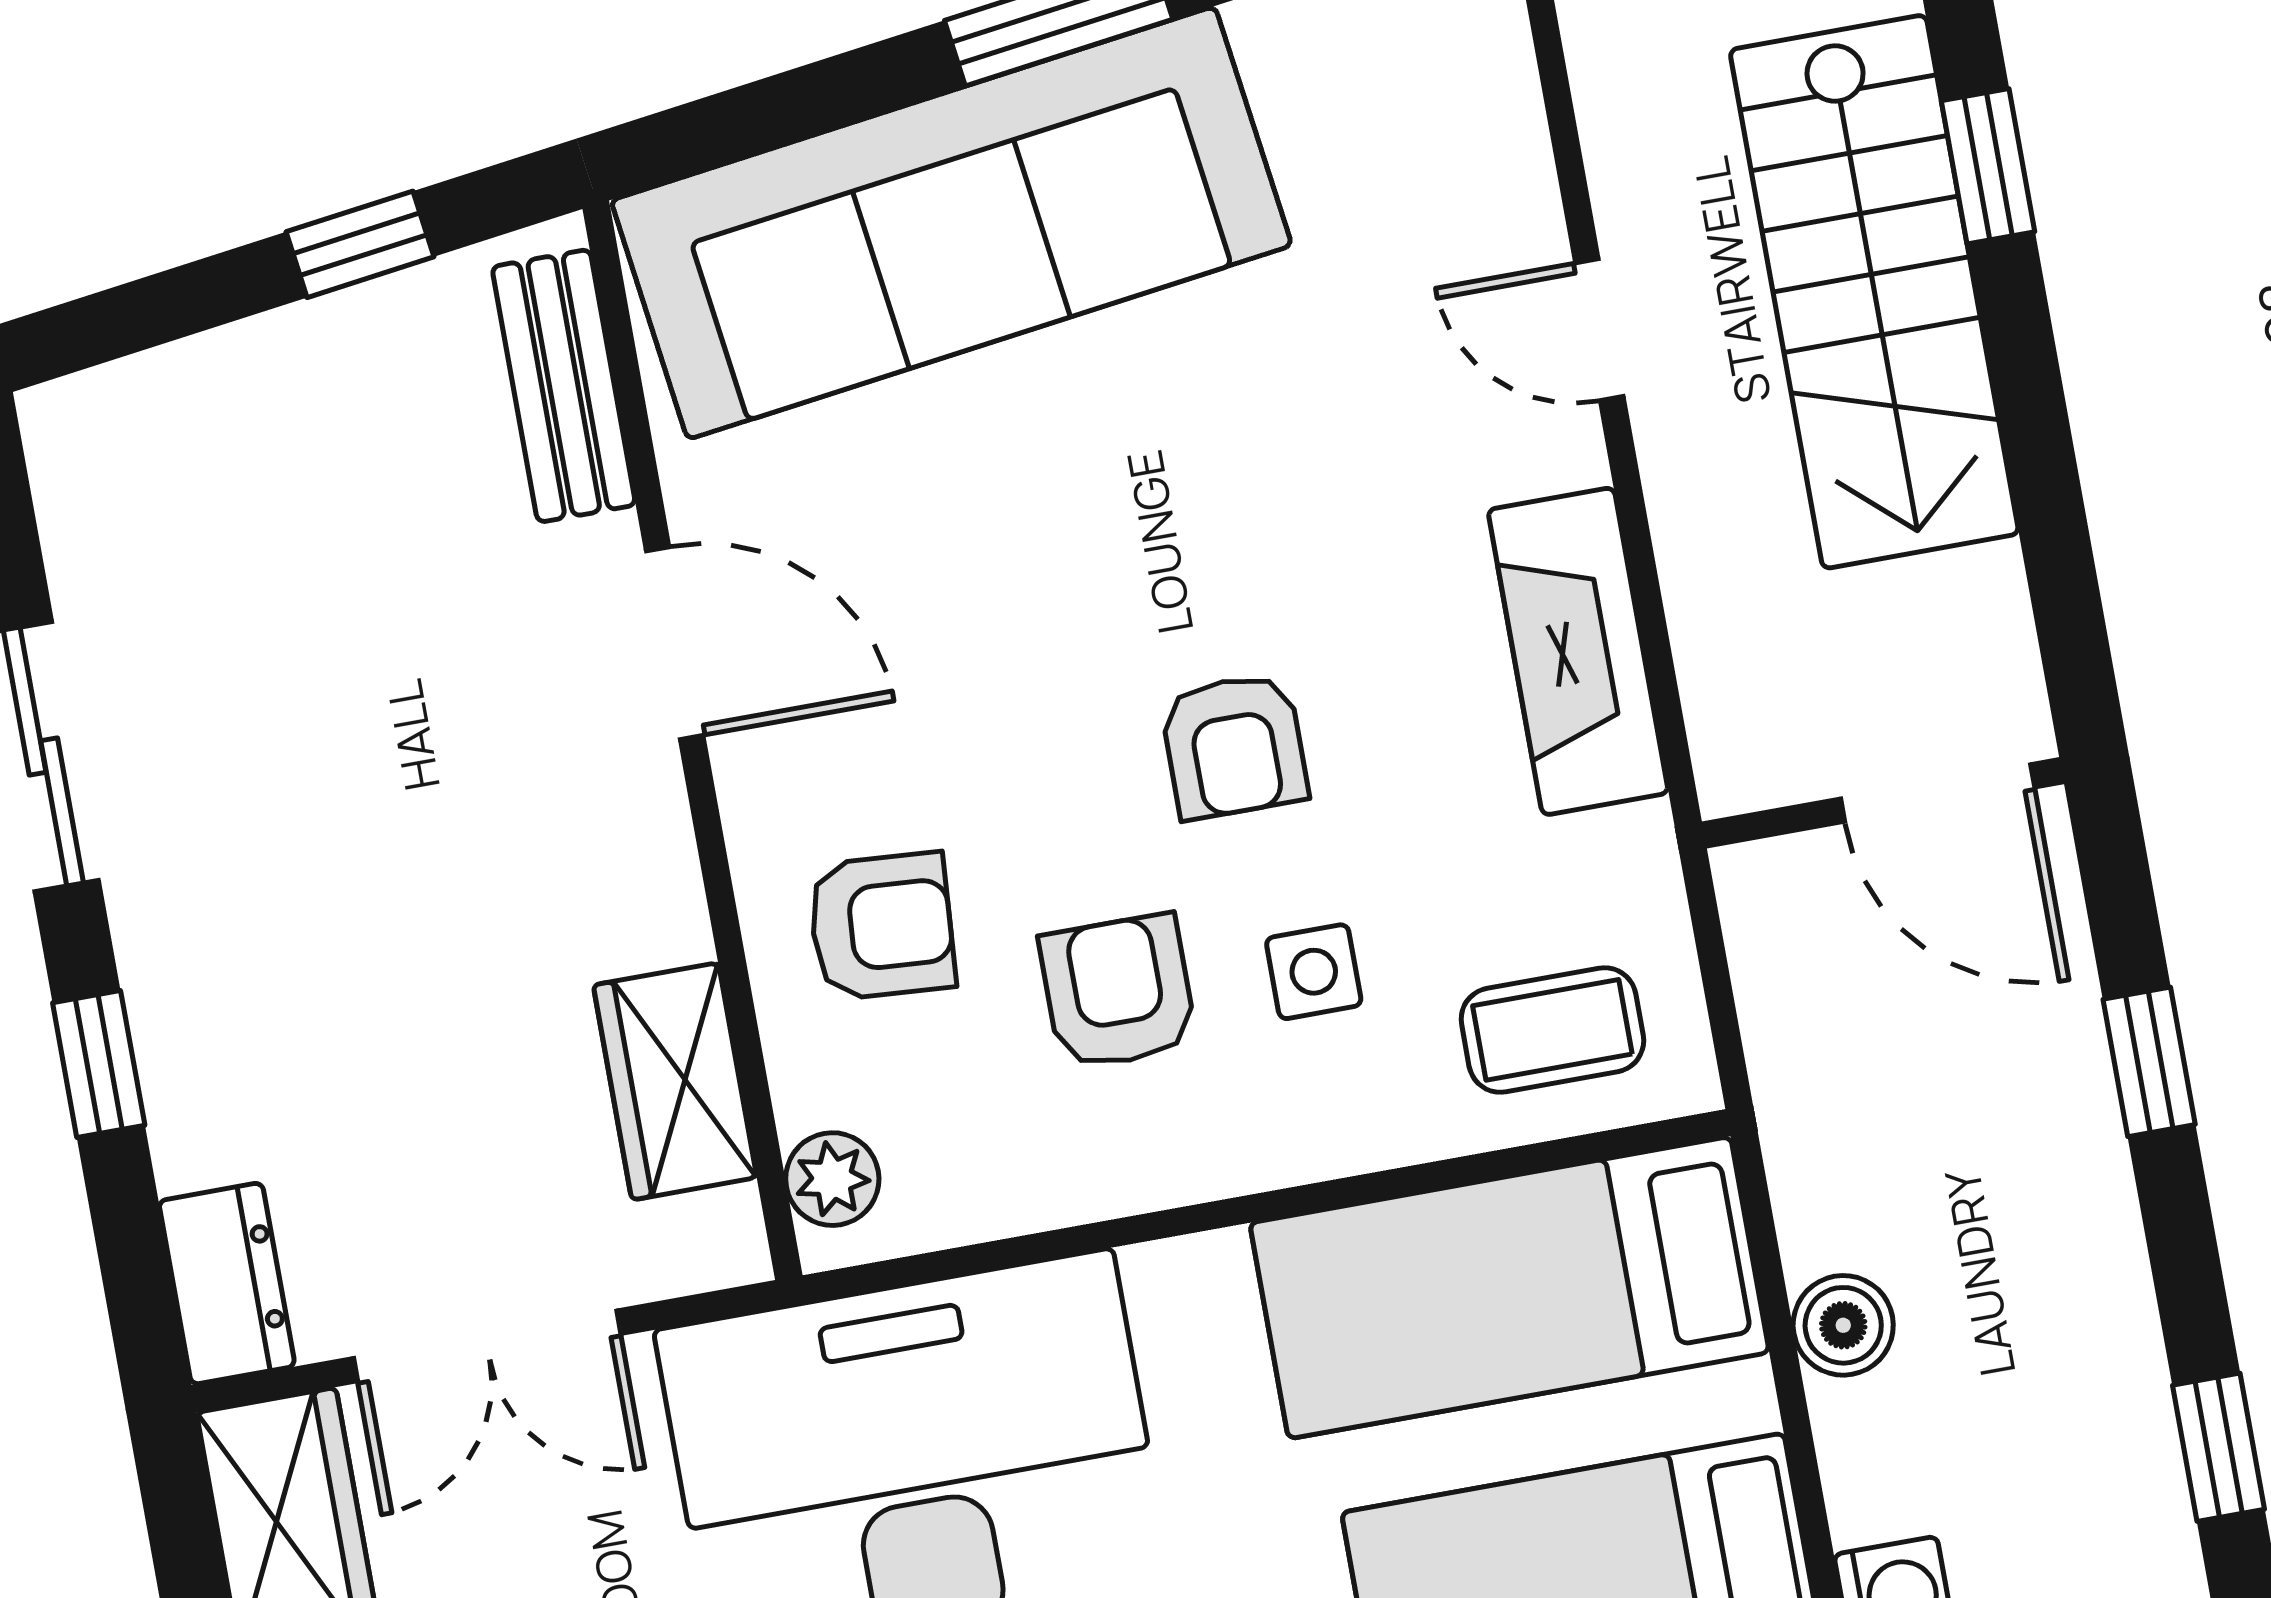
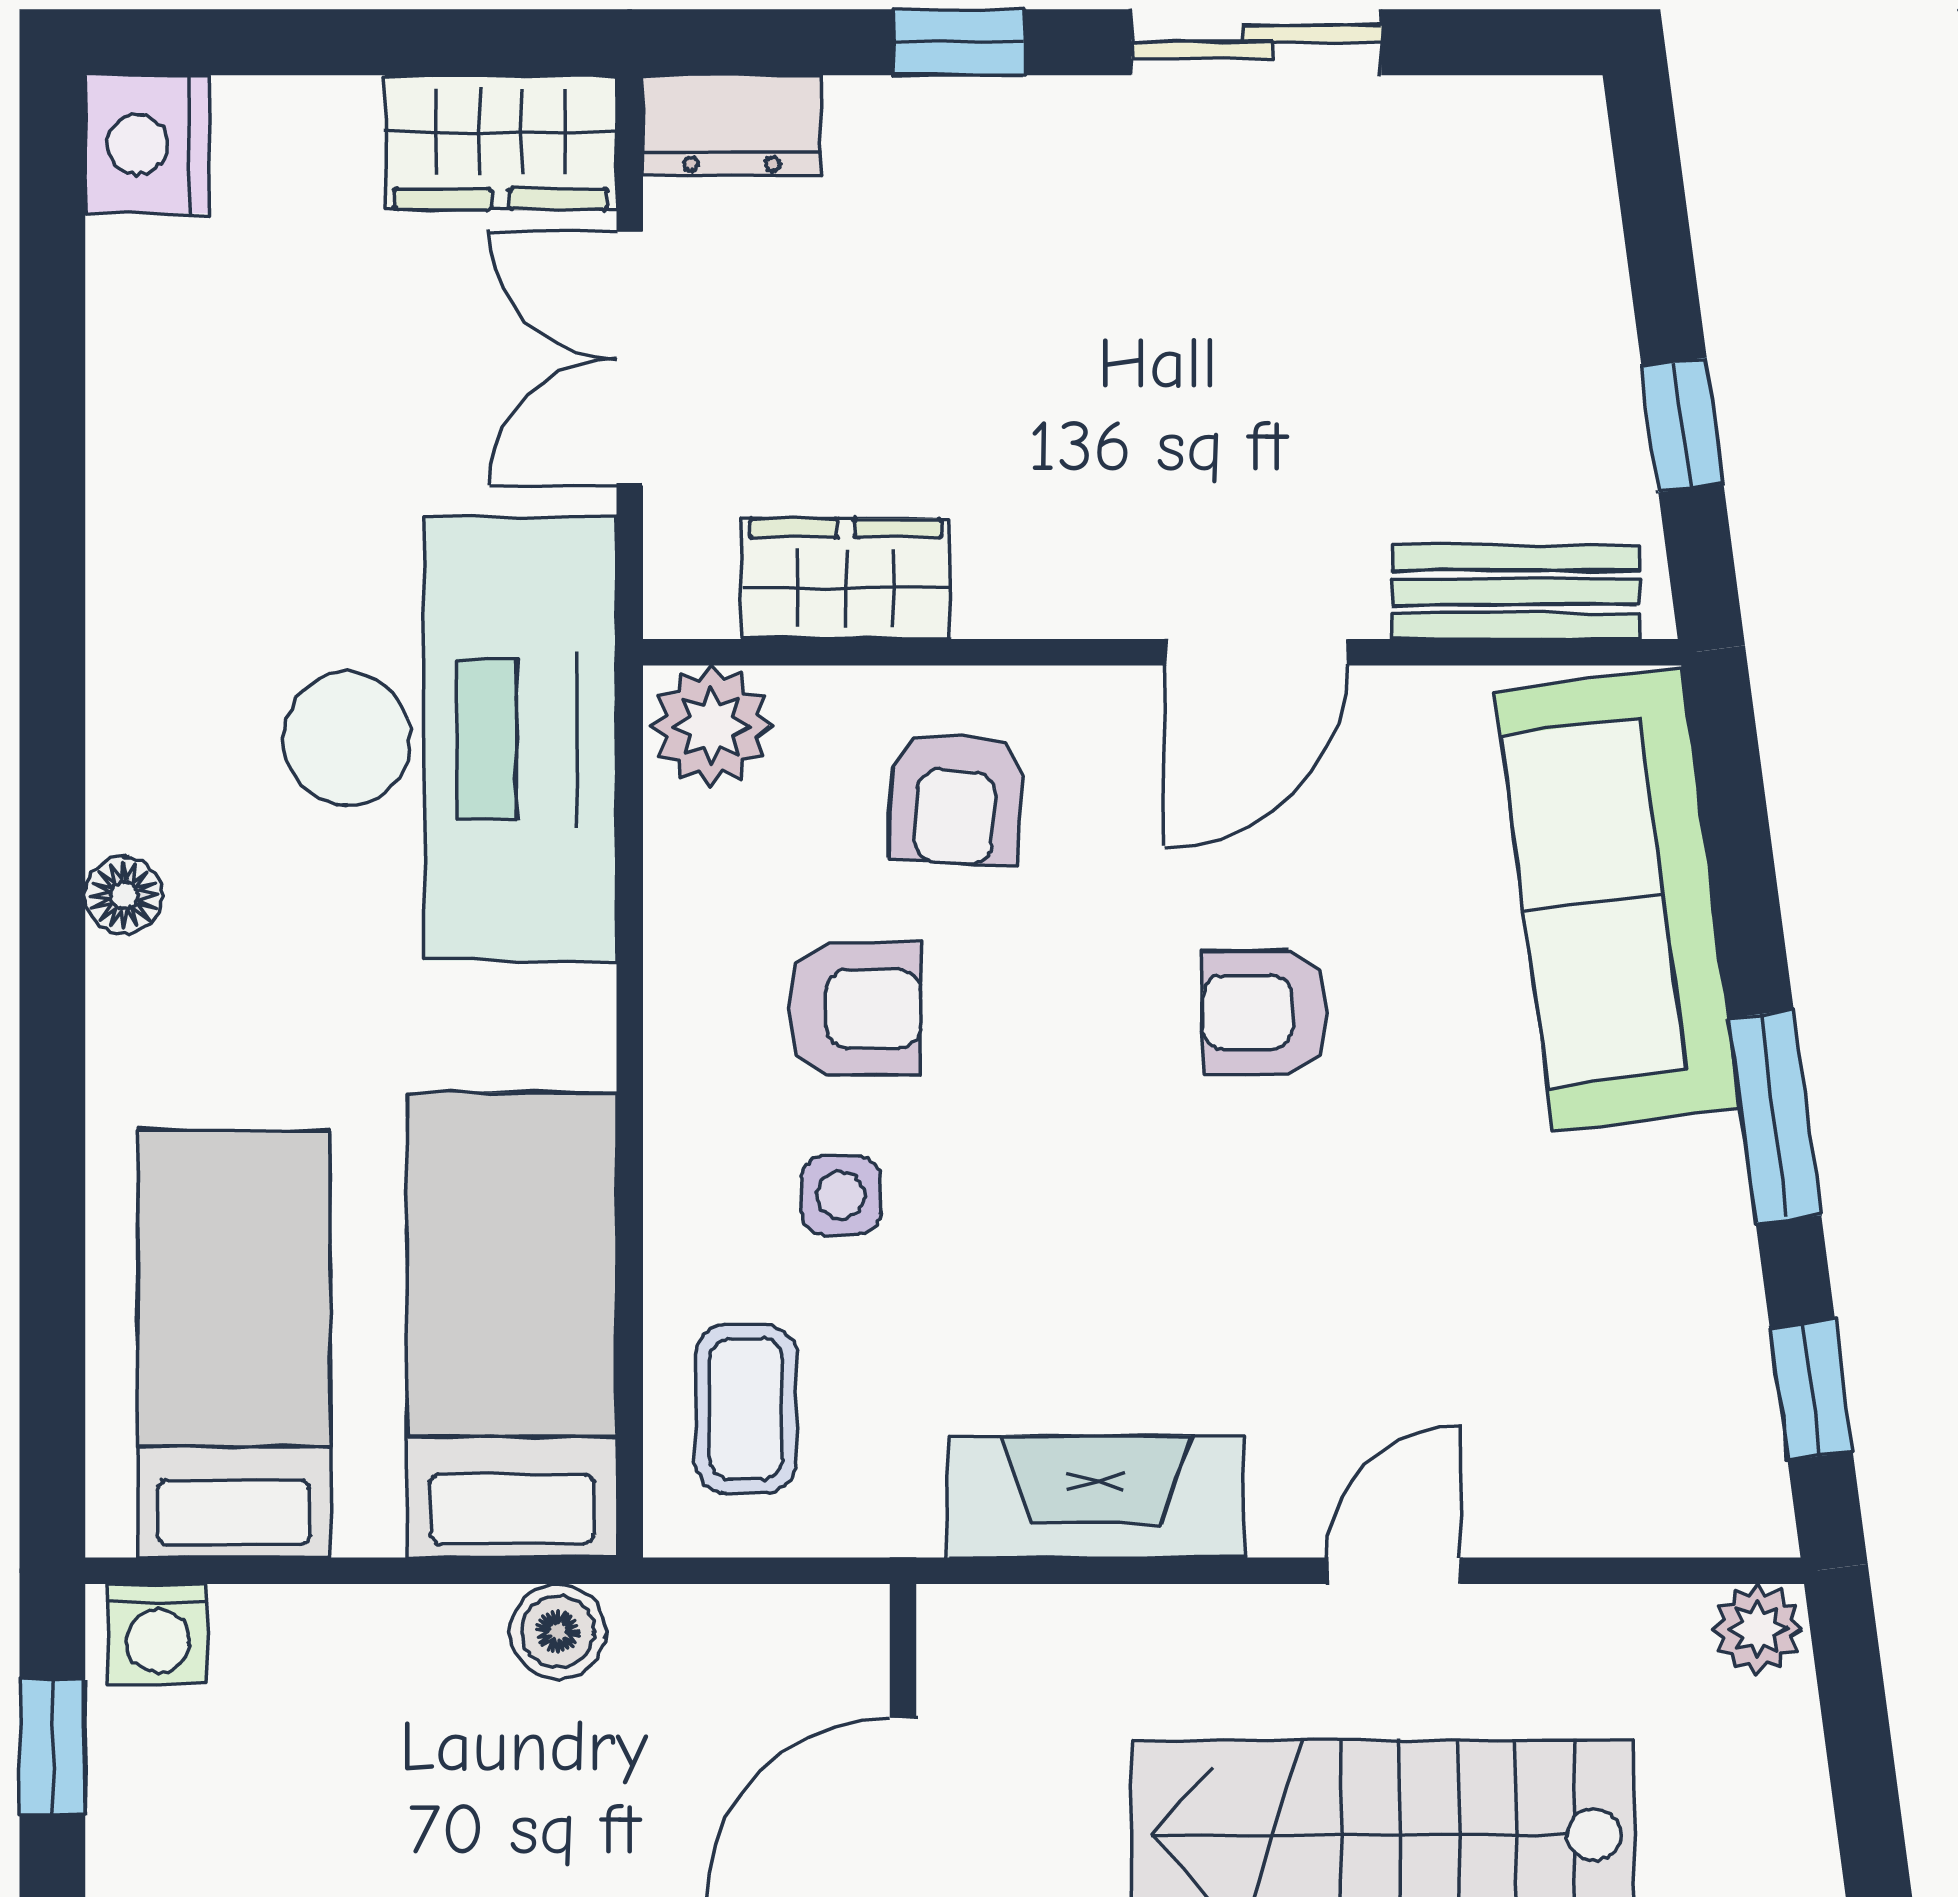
sofa: (951, 223) -> (1618, 900), width x0.74, depth x0.79
armchair: (1234, 746) -> (1265, 1012), moved
plant: (832, 1179) -> (711, 726), width x1.38, depth x1.38
boiler: (1843, 1325) -> (558, 1631), moved

